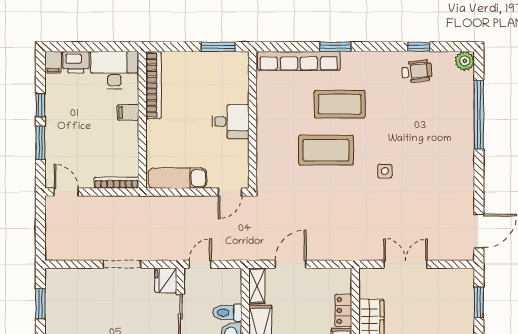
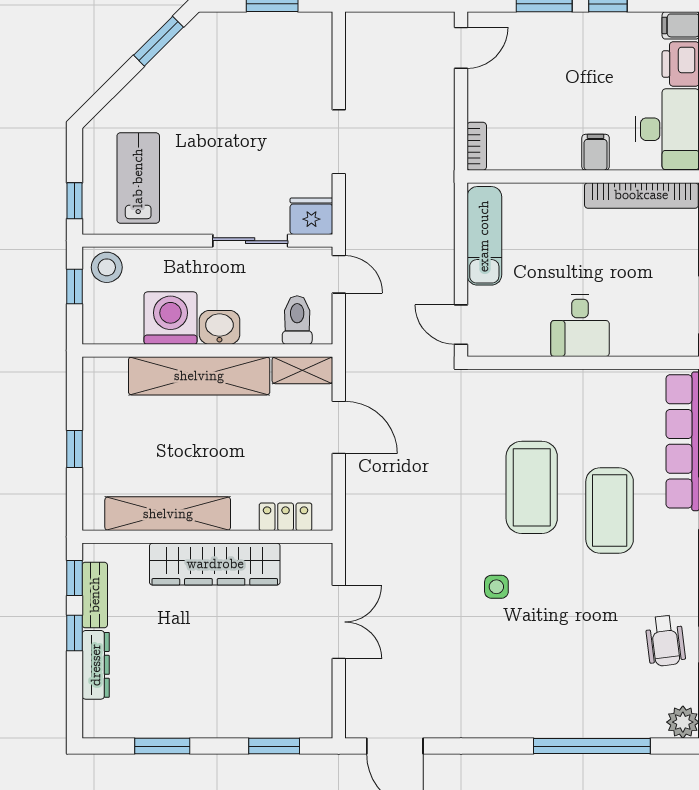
bookcase: (116, 183) -> (477, 146), width x0.64
locker: (343, 310) -> (286, 517), moved
toilet: (227, 313) -> (297, 320), moved

